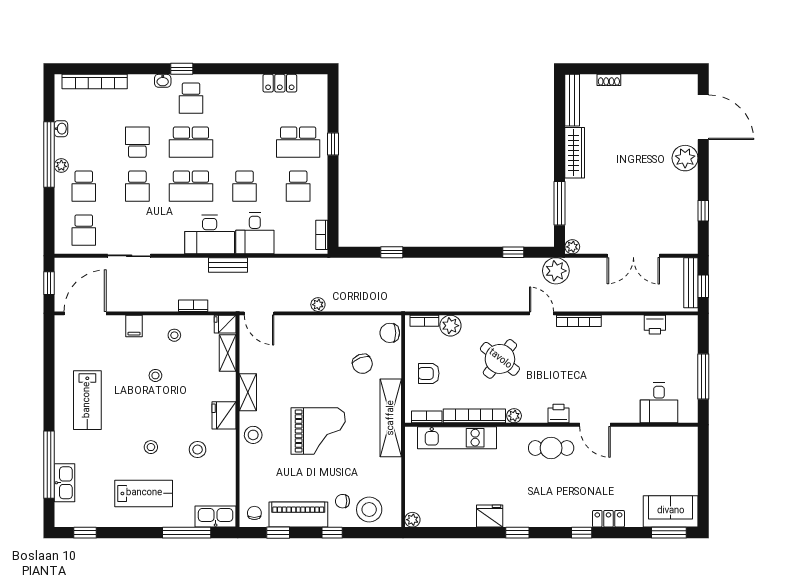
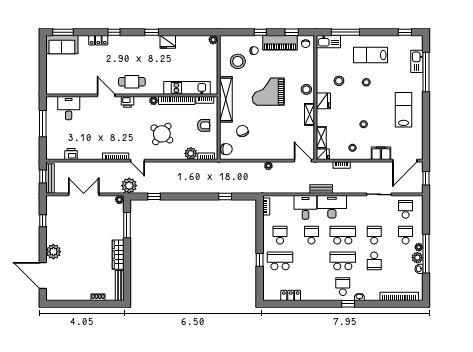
plant: (64, 148) -> (417, 258), added
filing cabinet: (134, 326) -> (381, 153), width x2.00
stool: (369, 510) -> (238, 61), moved

